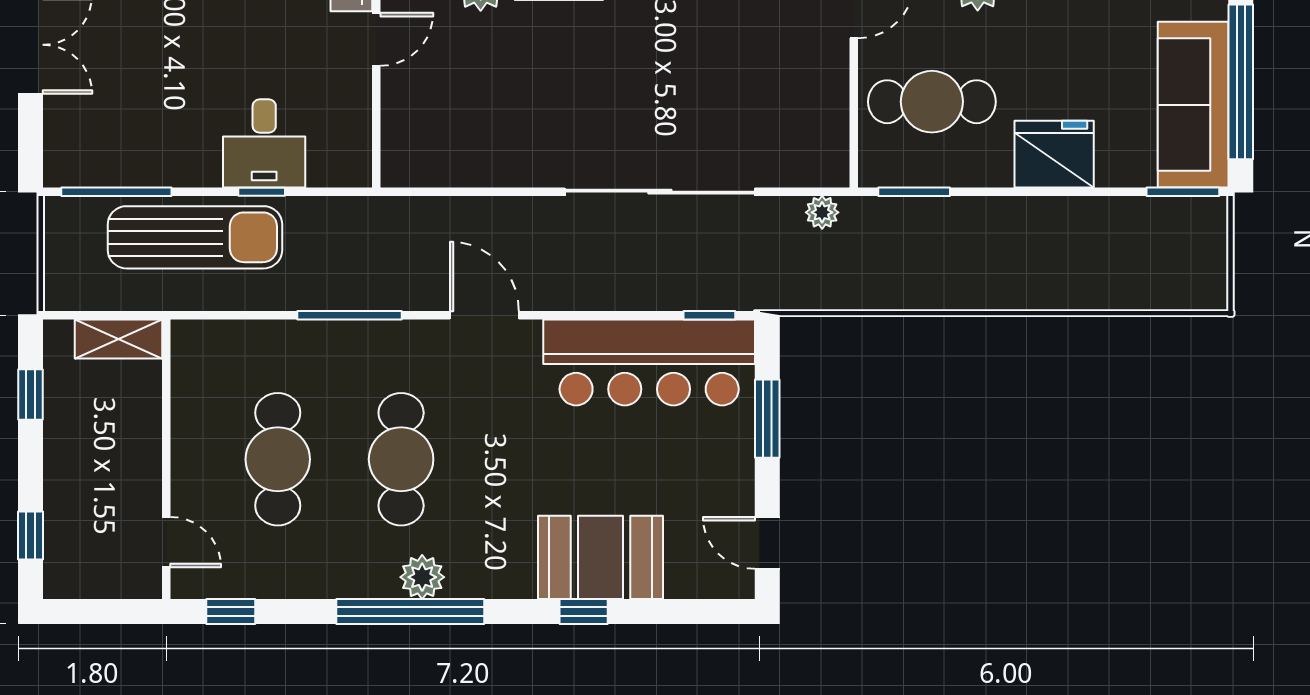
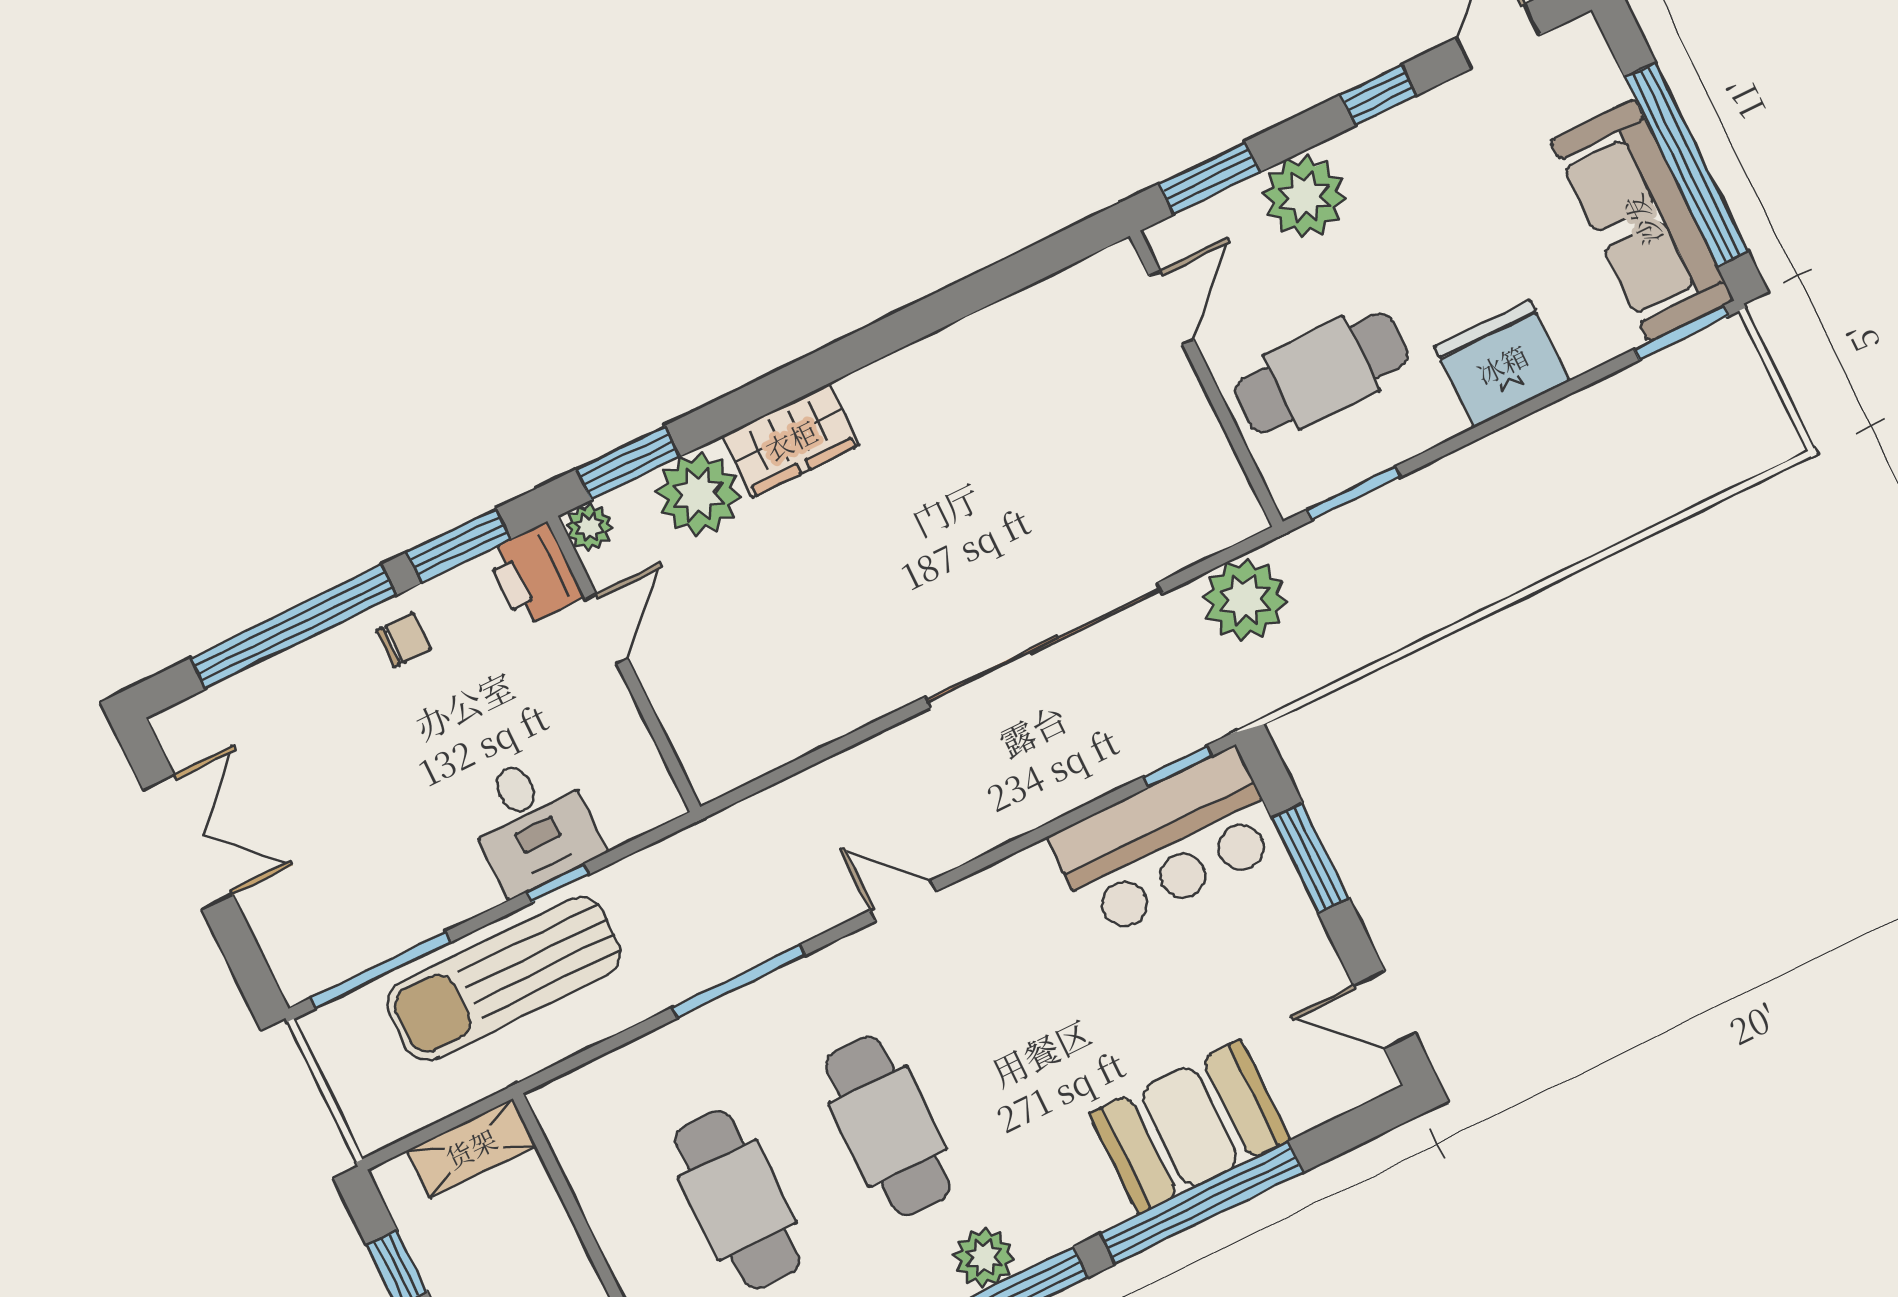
plant: (822, 212) -> (1245, 600), width x1.88, depth x1.88
sun lounger: (195, 237) -> (504, 979), turned 180
door: (484, 315) -> (903, 901), width x0.73
bar counter: (649, 362) -> (1167, 843), width x0.73
window: (584, 612) -> (1201, 1203), width x3.17

